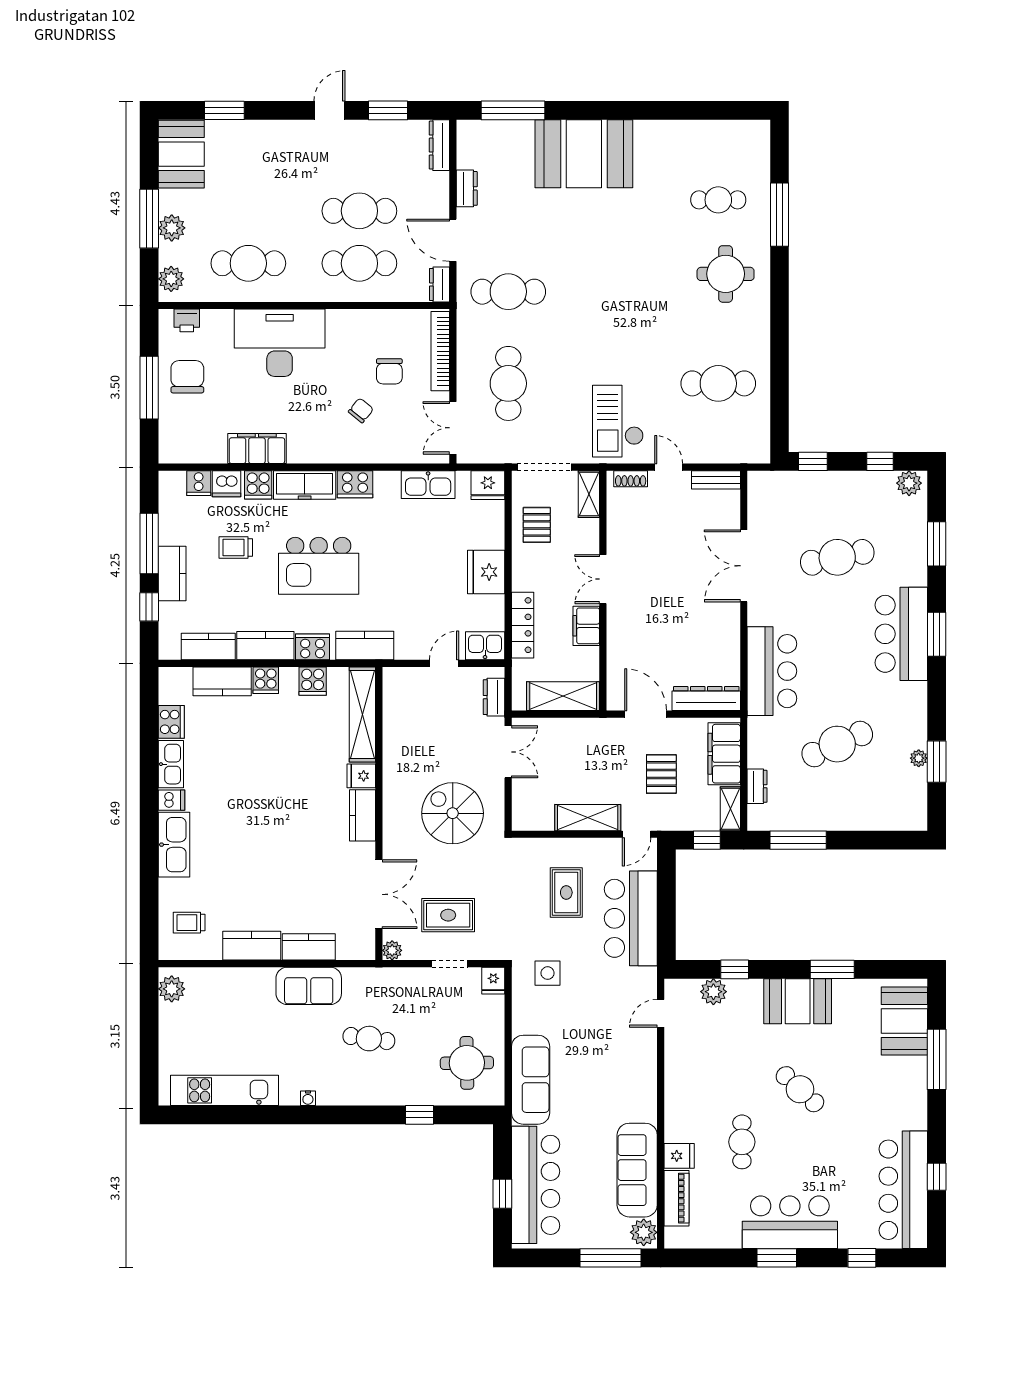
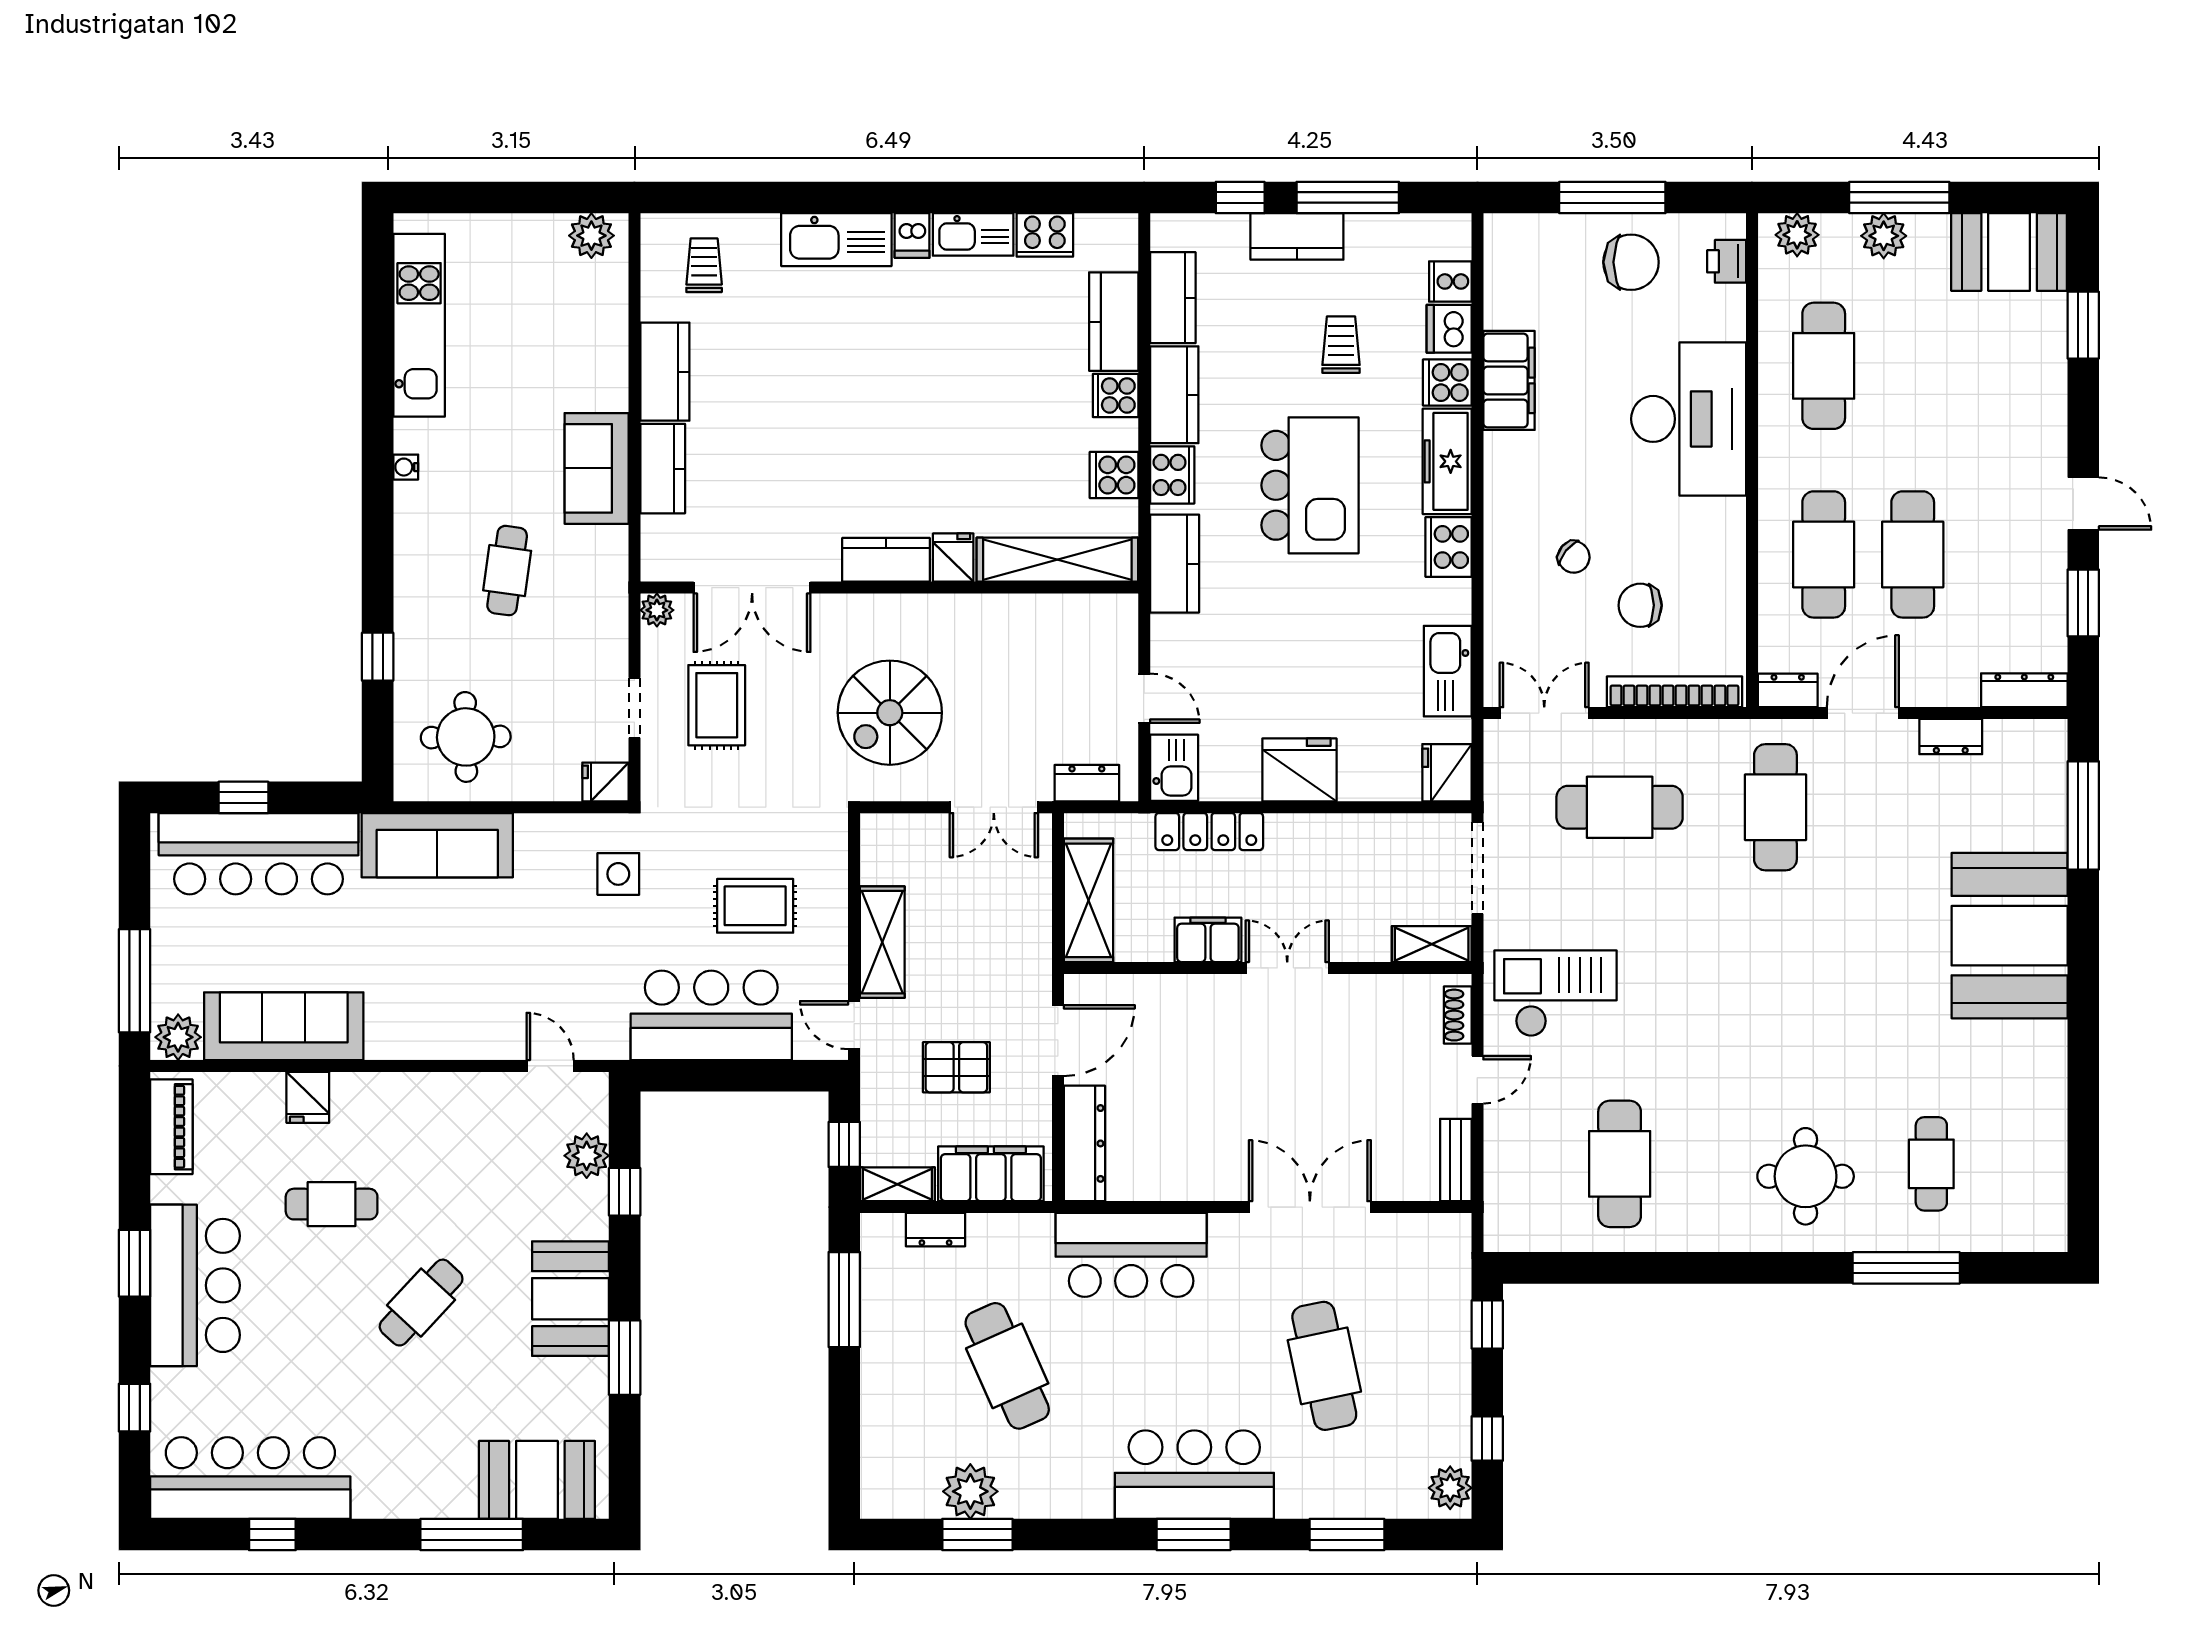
pallet: (537, 525) -> (1379, 855), removed
kitchen island: (319, 566) -> (1310, 485), turned 180
plant: (919, 758) -> (970, 1491), width x1.88, depth x1.88
spiral stairs: (453, 813) -> (890, 713), turned 180
piano: (677, 1198) -> (171, 1127), moved, turned -90

